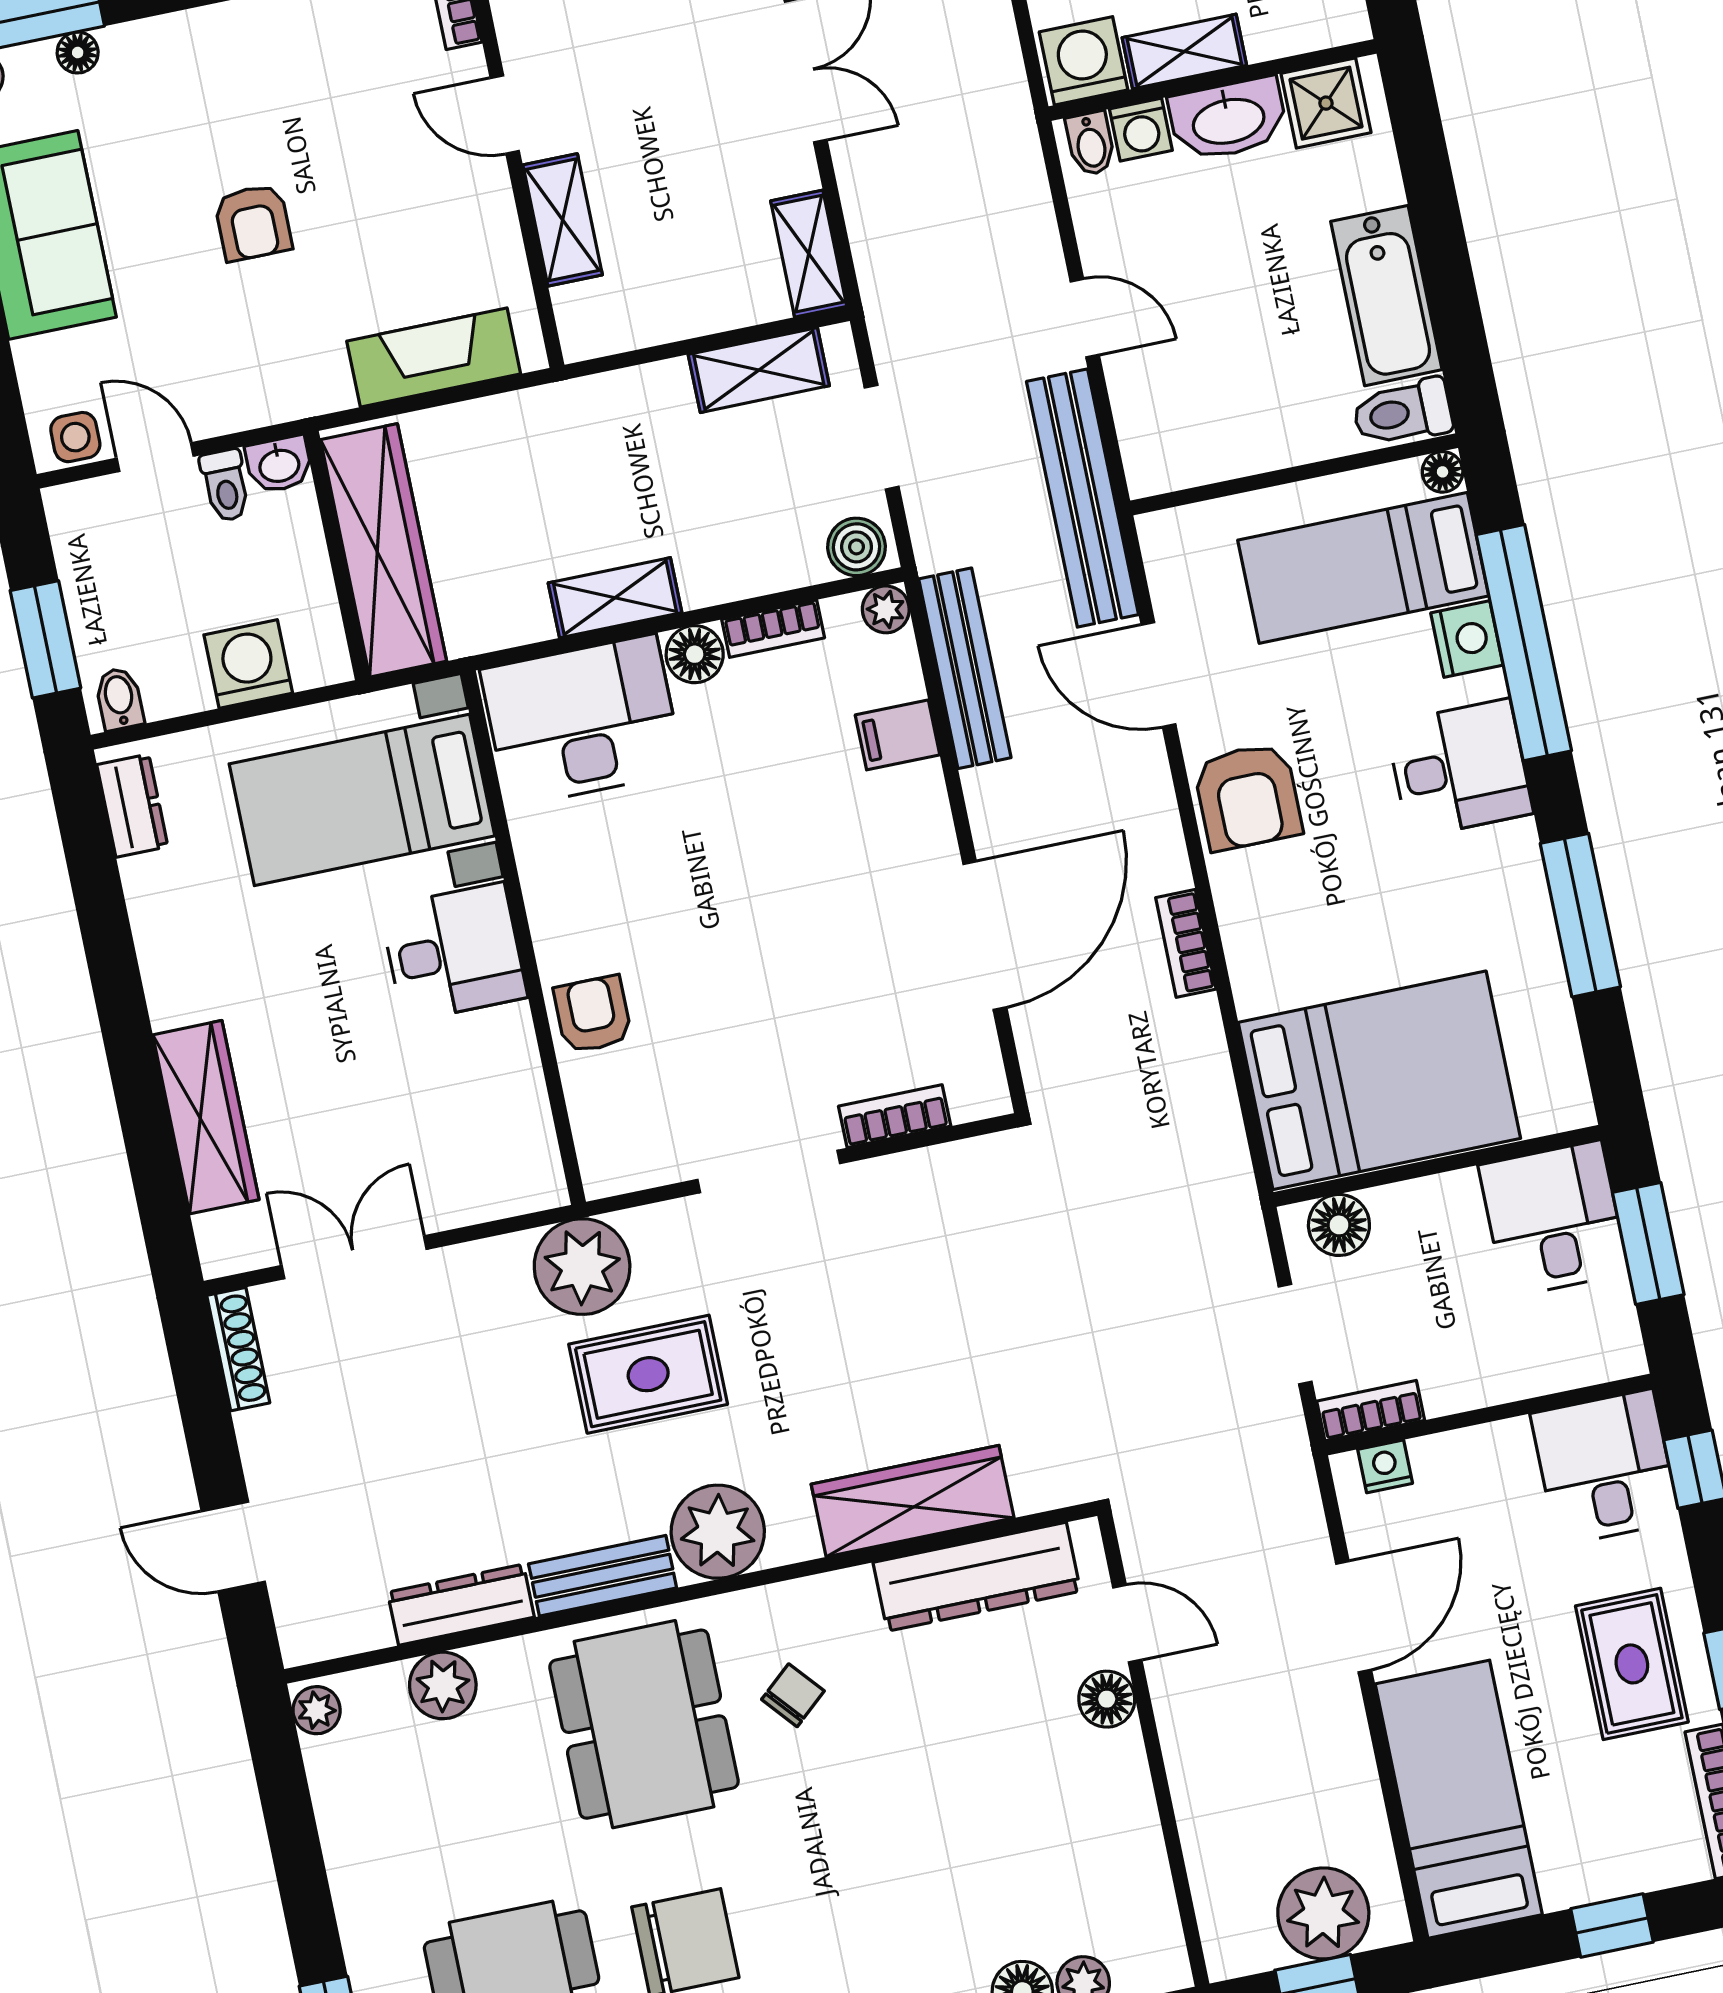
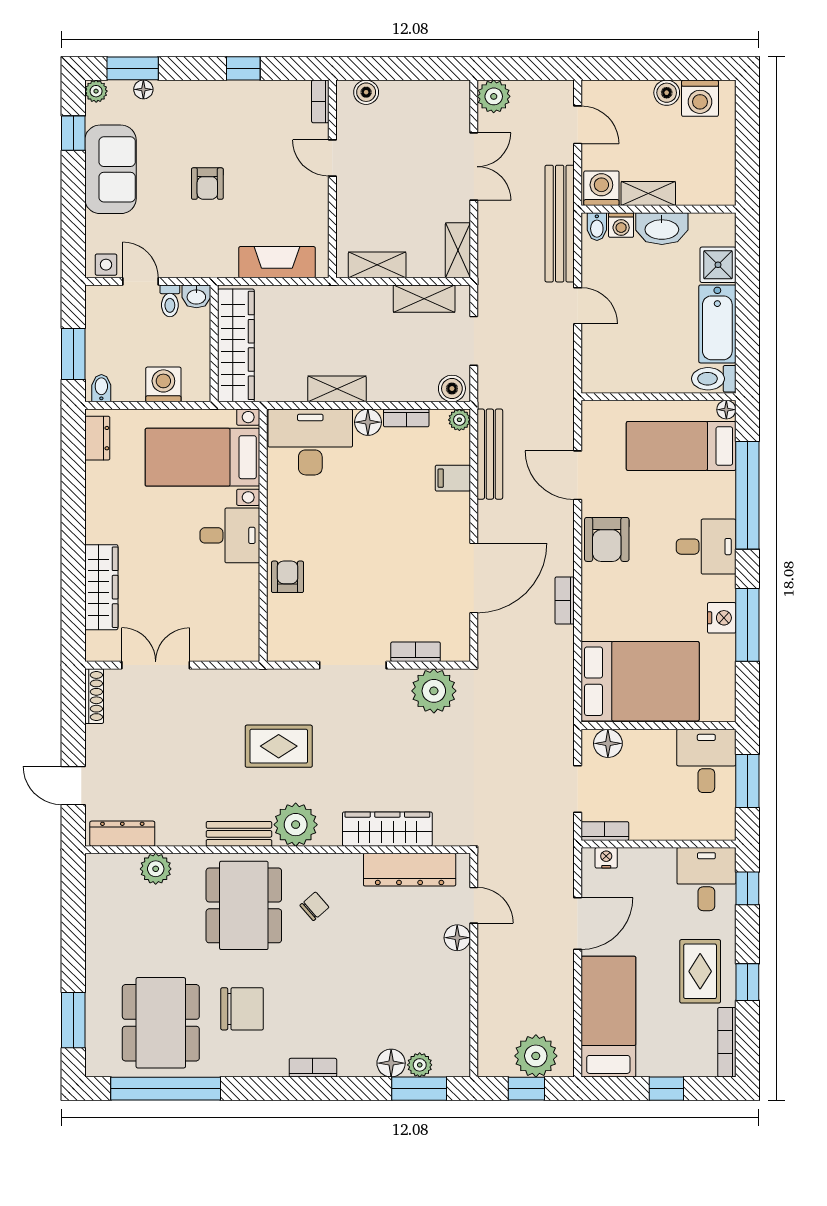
shower: (1326, 103) -> (718, 265), moved
shelving: (563, 220) -> (377, 265), moved, turned 90
bench: (1082, 498) -> (560, 224), moved
nightstand: (1467, 639) -> (722, 618), moved
plant: (582, 1267) -> (434, 691), moved
dresser: (461, 1605) -> (122, 834), moved
plant: (317, 1710) -> (96, 868), removed

